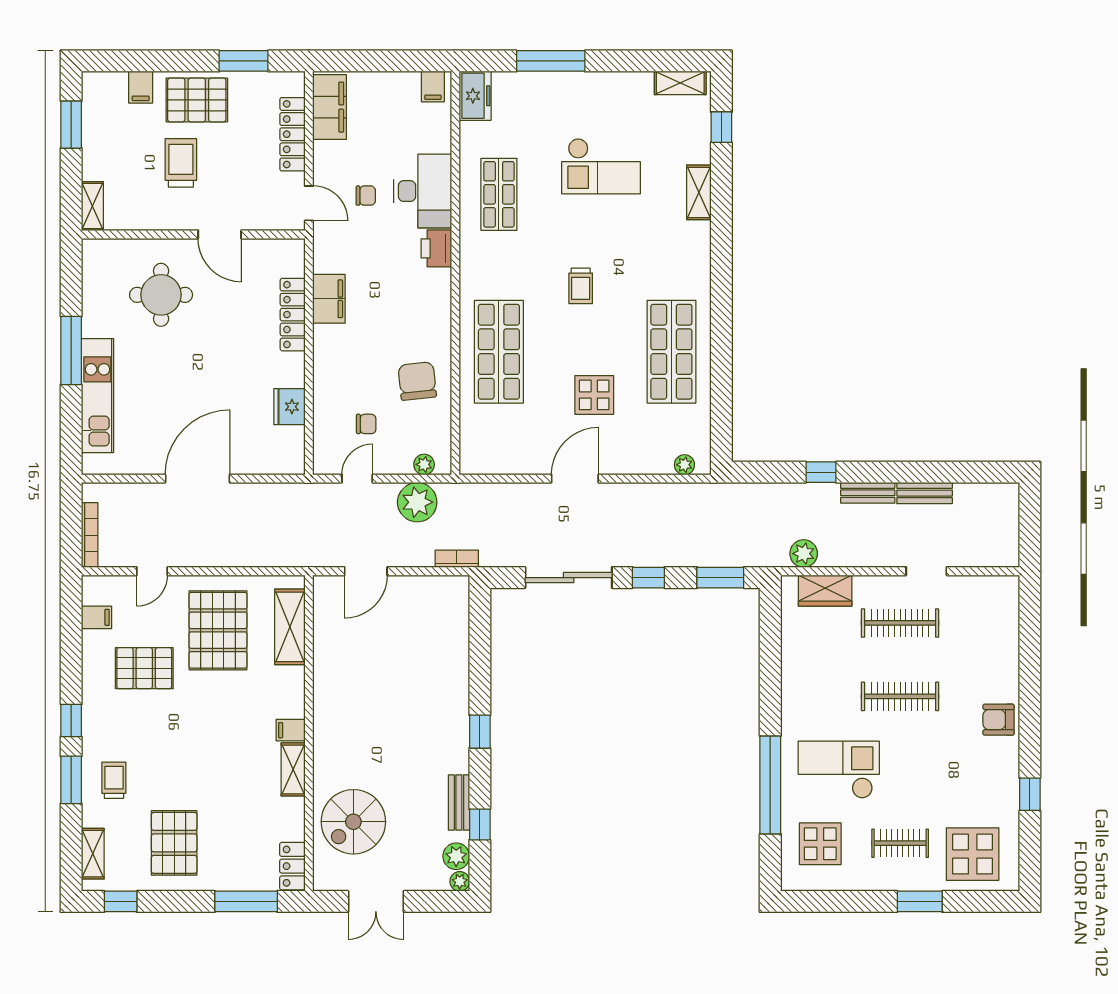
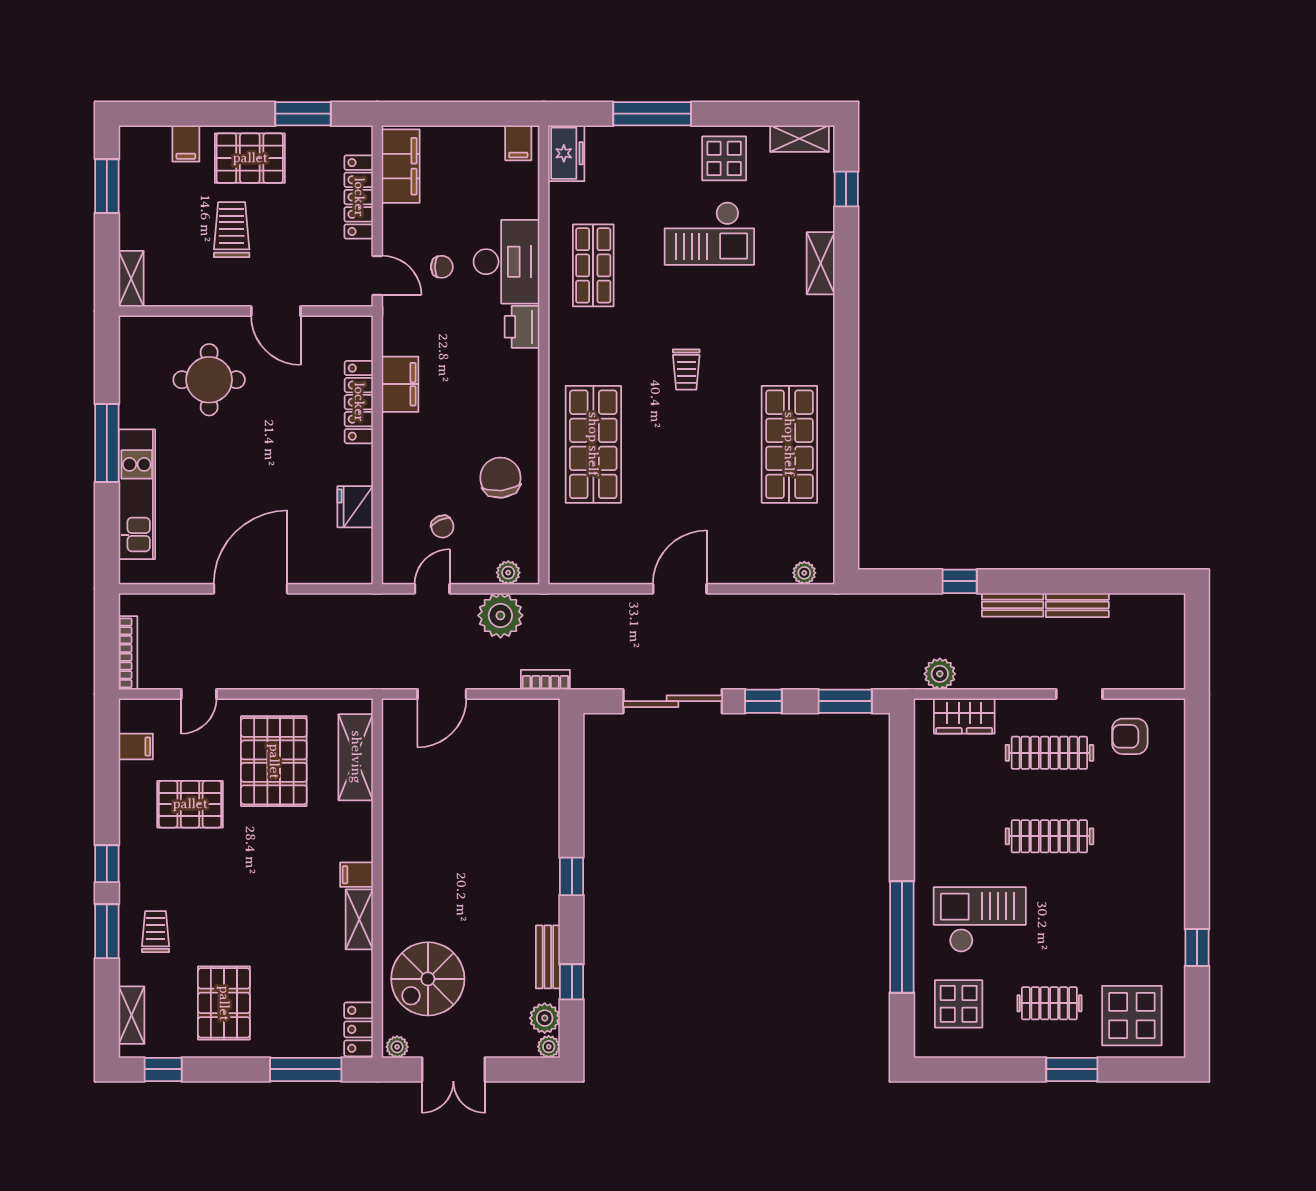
display table: (594, 395) -> (724, 158), moved
chair: (366, 424) -> (442, 527), turned 65
armchair: (999, 720) -> (1130, 736), moved
plant: (326, 882) -> (397, 1047), added

